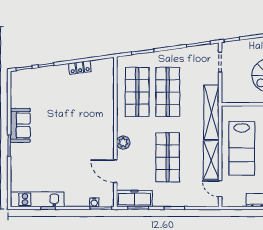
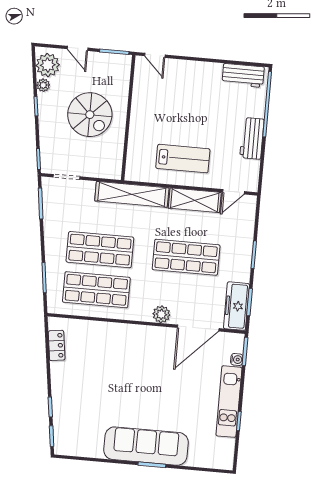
locker: (80, 68) -> (57, 345), moved
sofa: (20, 125) -> (146, 446), width x1.85, depth x1.27
lab bench: (242, 148) -> (183, 159), width x0.73, depth x0.72
door: (115, 171) -> (198, 328), width x1.36
kitchen unit: (37, 199) -> (229, 402), moved

